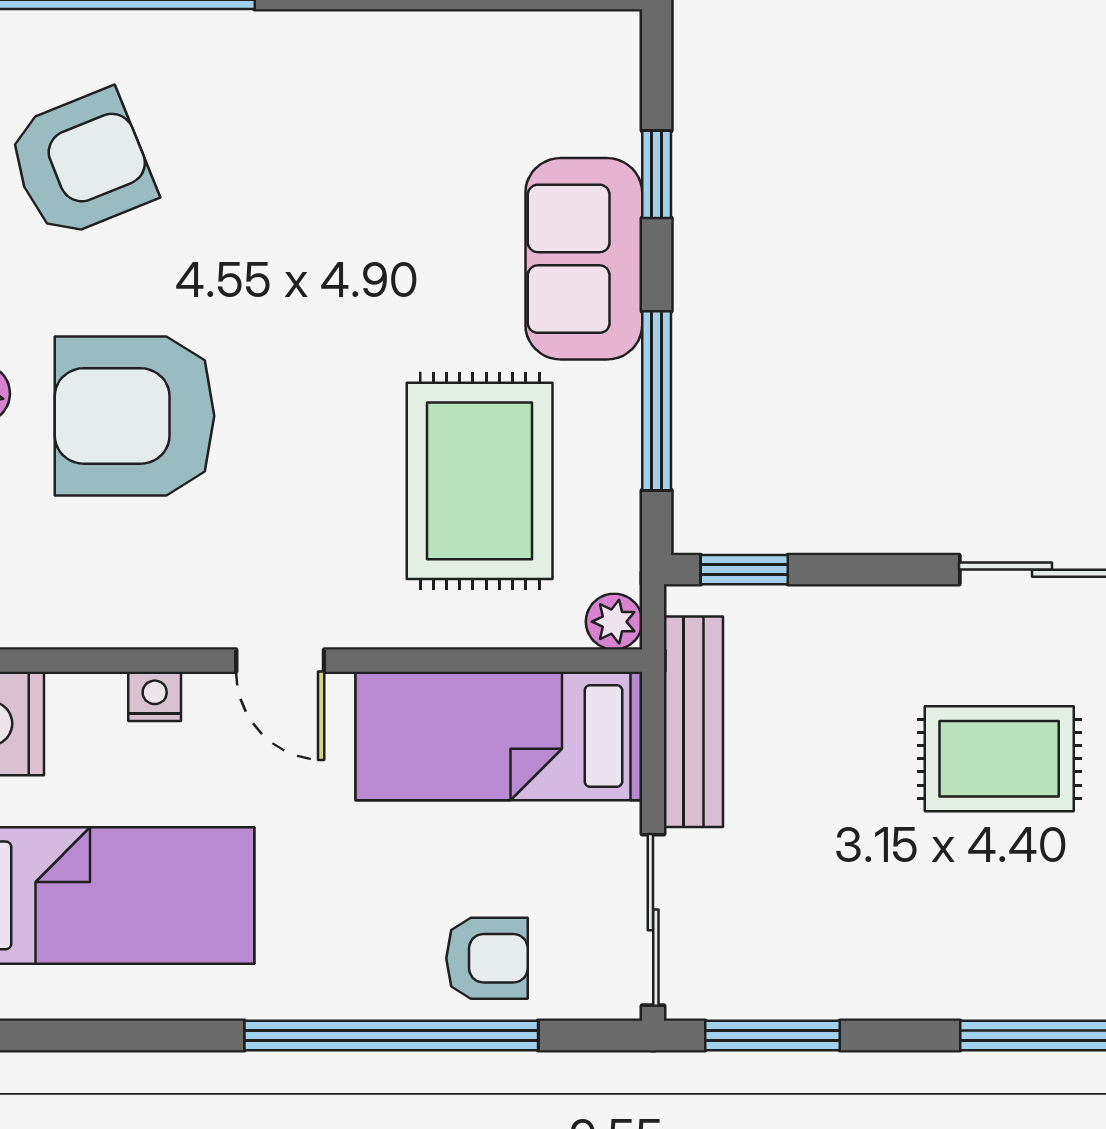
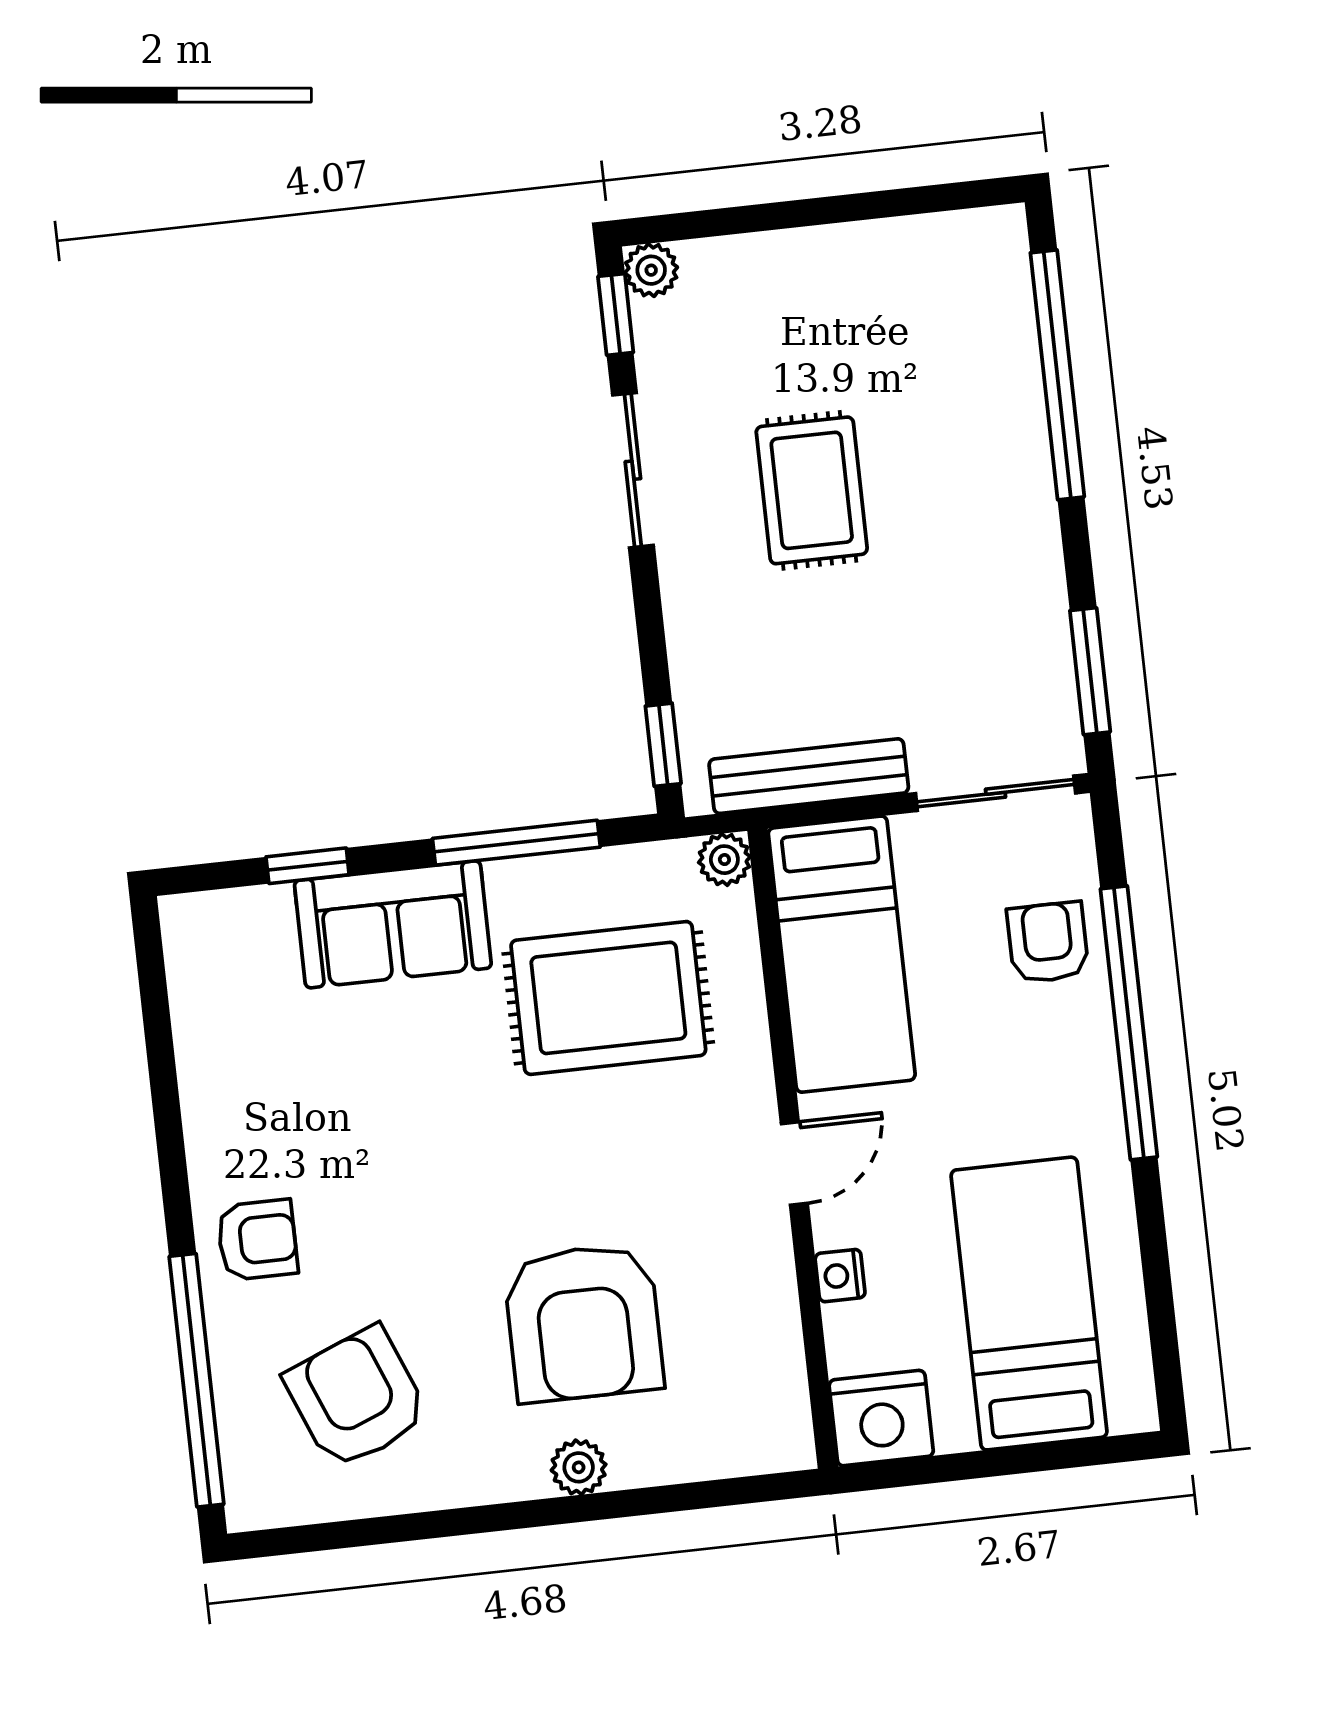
armchair: (262, 76) -> (257, 1240), added

